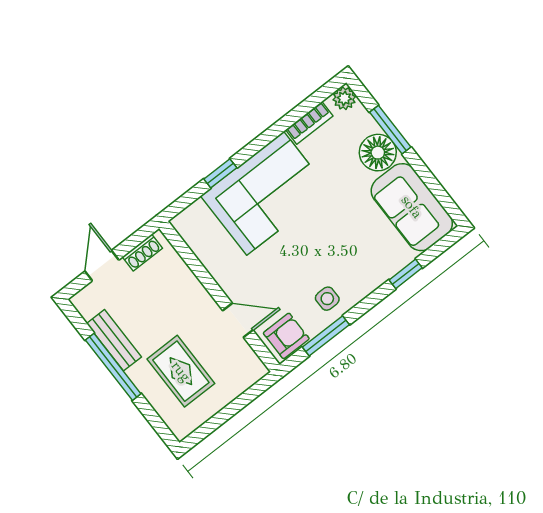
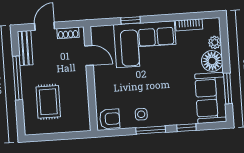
plant: (344, 98) -> (215, 42), moved
window: (390, 130) -> (228, 88), moved
door: (238, 320) -> (89, 55), moved
window: (326, 336) -> (151, 130), moved
bench: (114, 340) -> (25, 48), moved

